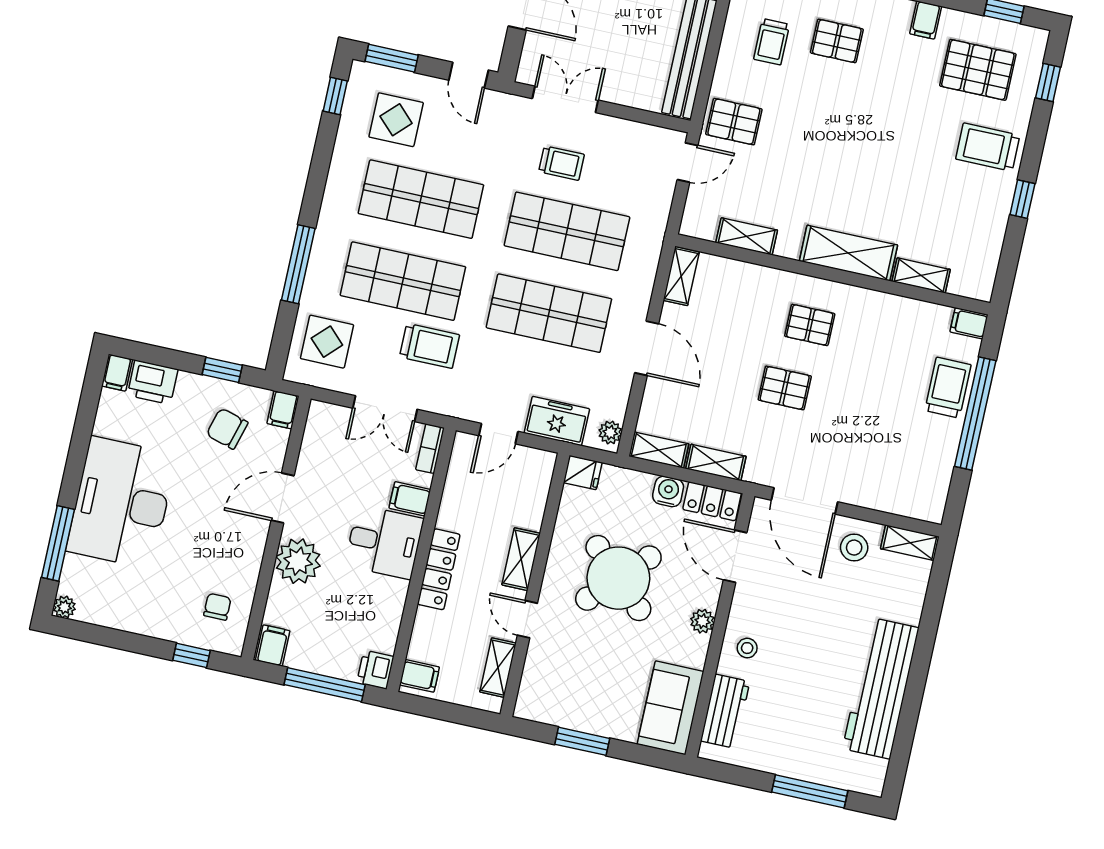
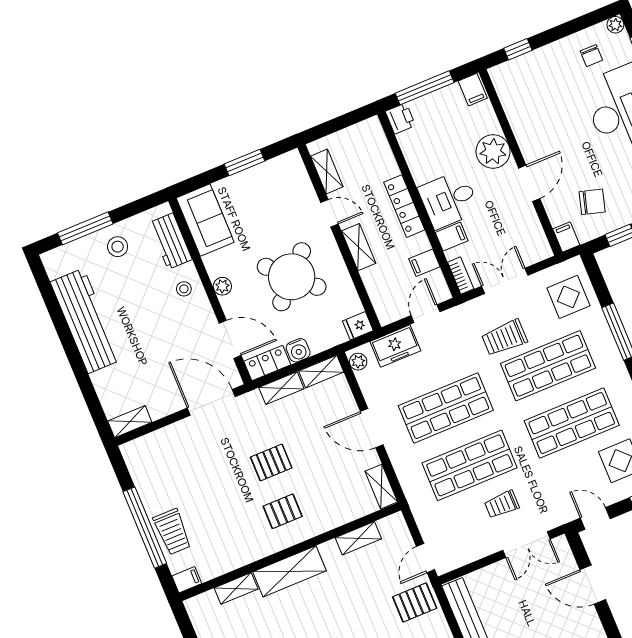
stool: (854, 548) -> (118, 247), moved
chair: (217, 607) -> (591, 56), moved
filing cabinet: (420, 676) -> (424, 263), moved

